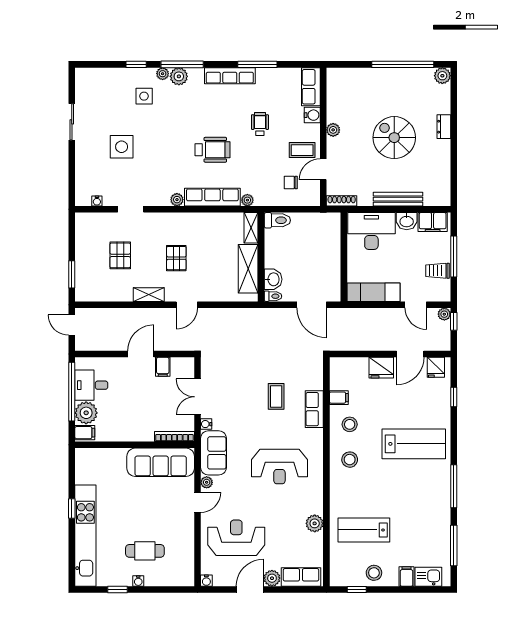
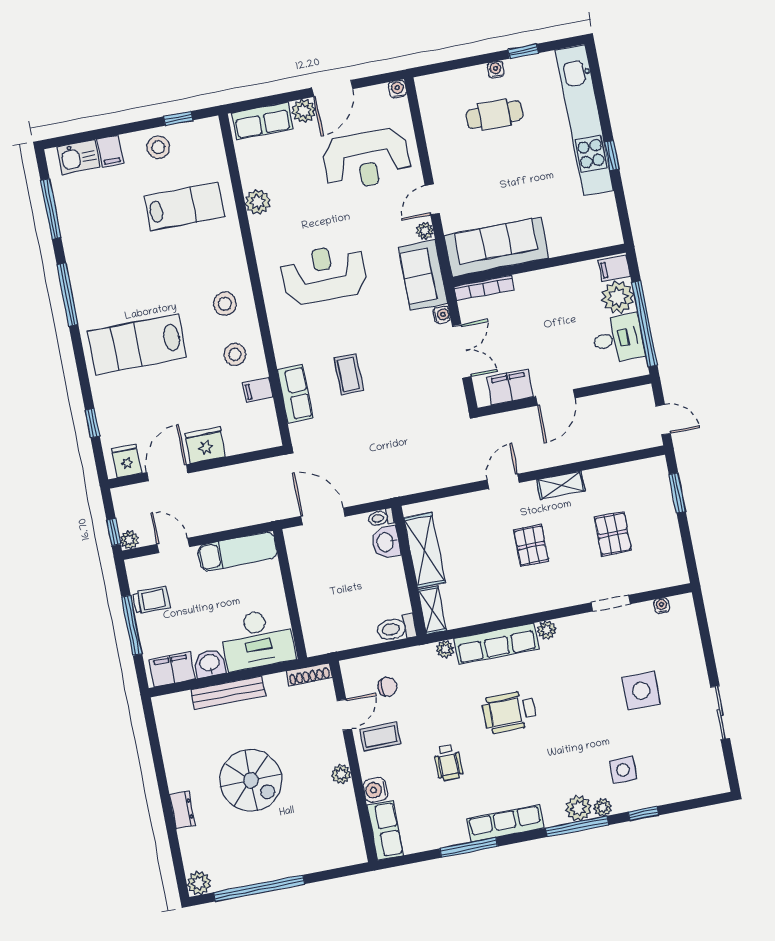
filing cabinet: (163, 367) -> (510, 387), width x2.00
row of seats: (314, 409) -> (295, 394), moved

